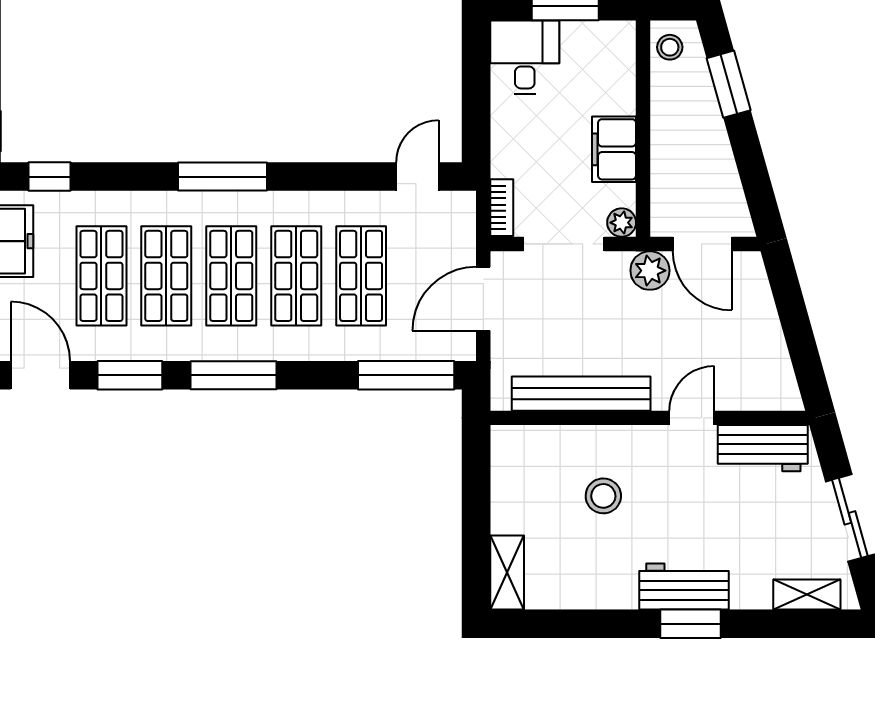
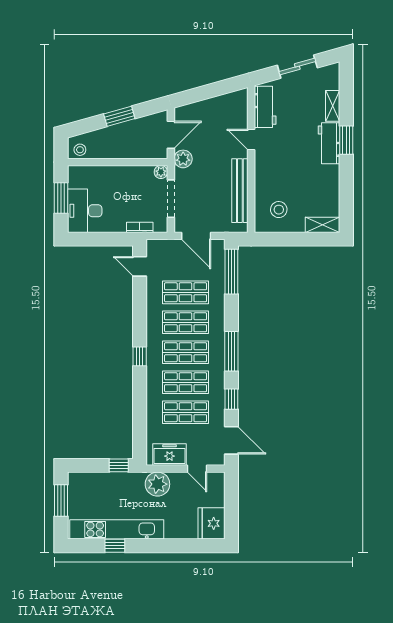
desk: (525, 57) -> (85, 211), width x1.37
window: (729, 84) -> (119, 116), moved
filing cabinet: (614, 149) -> (127, 176), removed
window: (49, 177) -> (140, 436), removed
window: (222, 177) -> (140, 356), width x0.46
bookcase: (502, 208) -> (140, 227), moved
door: (40, 375) -> (231, 440), swing flipped
window: (130, 375) -> (231, 399), width x0.67
stool: (603, 496) -> (279, 210), moved
shelving: (807, 595) -> (333, 106), moved

